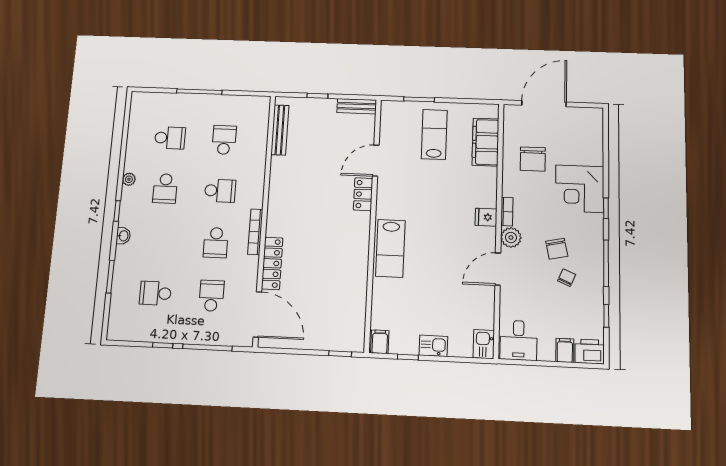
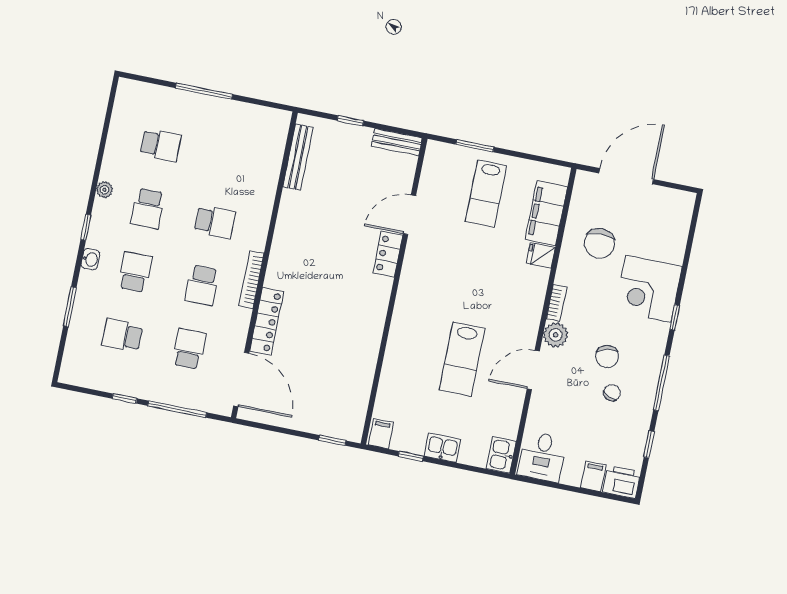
lab bench: (434, 134) -> (486, 193), turned 180
school desk: (224, 140) -> (135, 272), moved
fridge: (486, 217) -> (541, 255), moved
lab bench: (390, 248) -> (462, 359), moved

